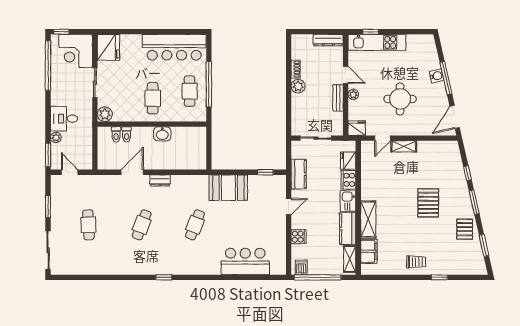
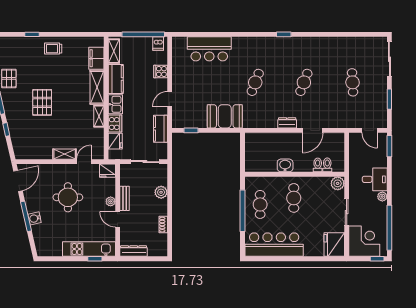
plant: (298, 86) -> (161, 192), moved
plant: (56, 137) -> (382, 197), moved
shelving: (366, 188) -> (99, 116), added

